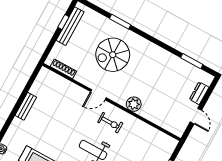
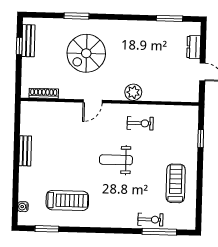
bench: (70, 26) -> (28, 41), width x0.73
exercise bike: (110, 123) -> (140, 123), moved

